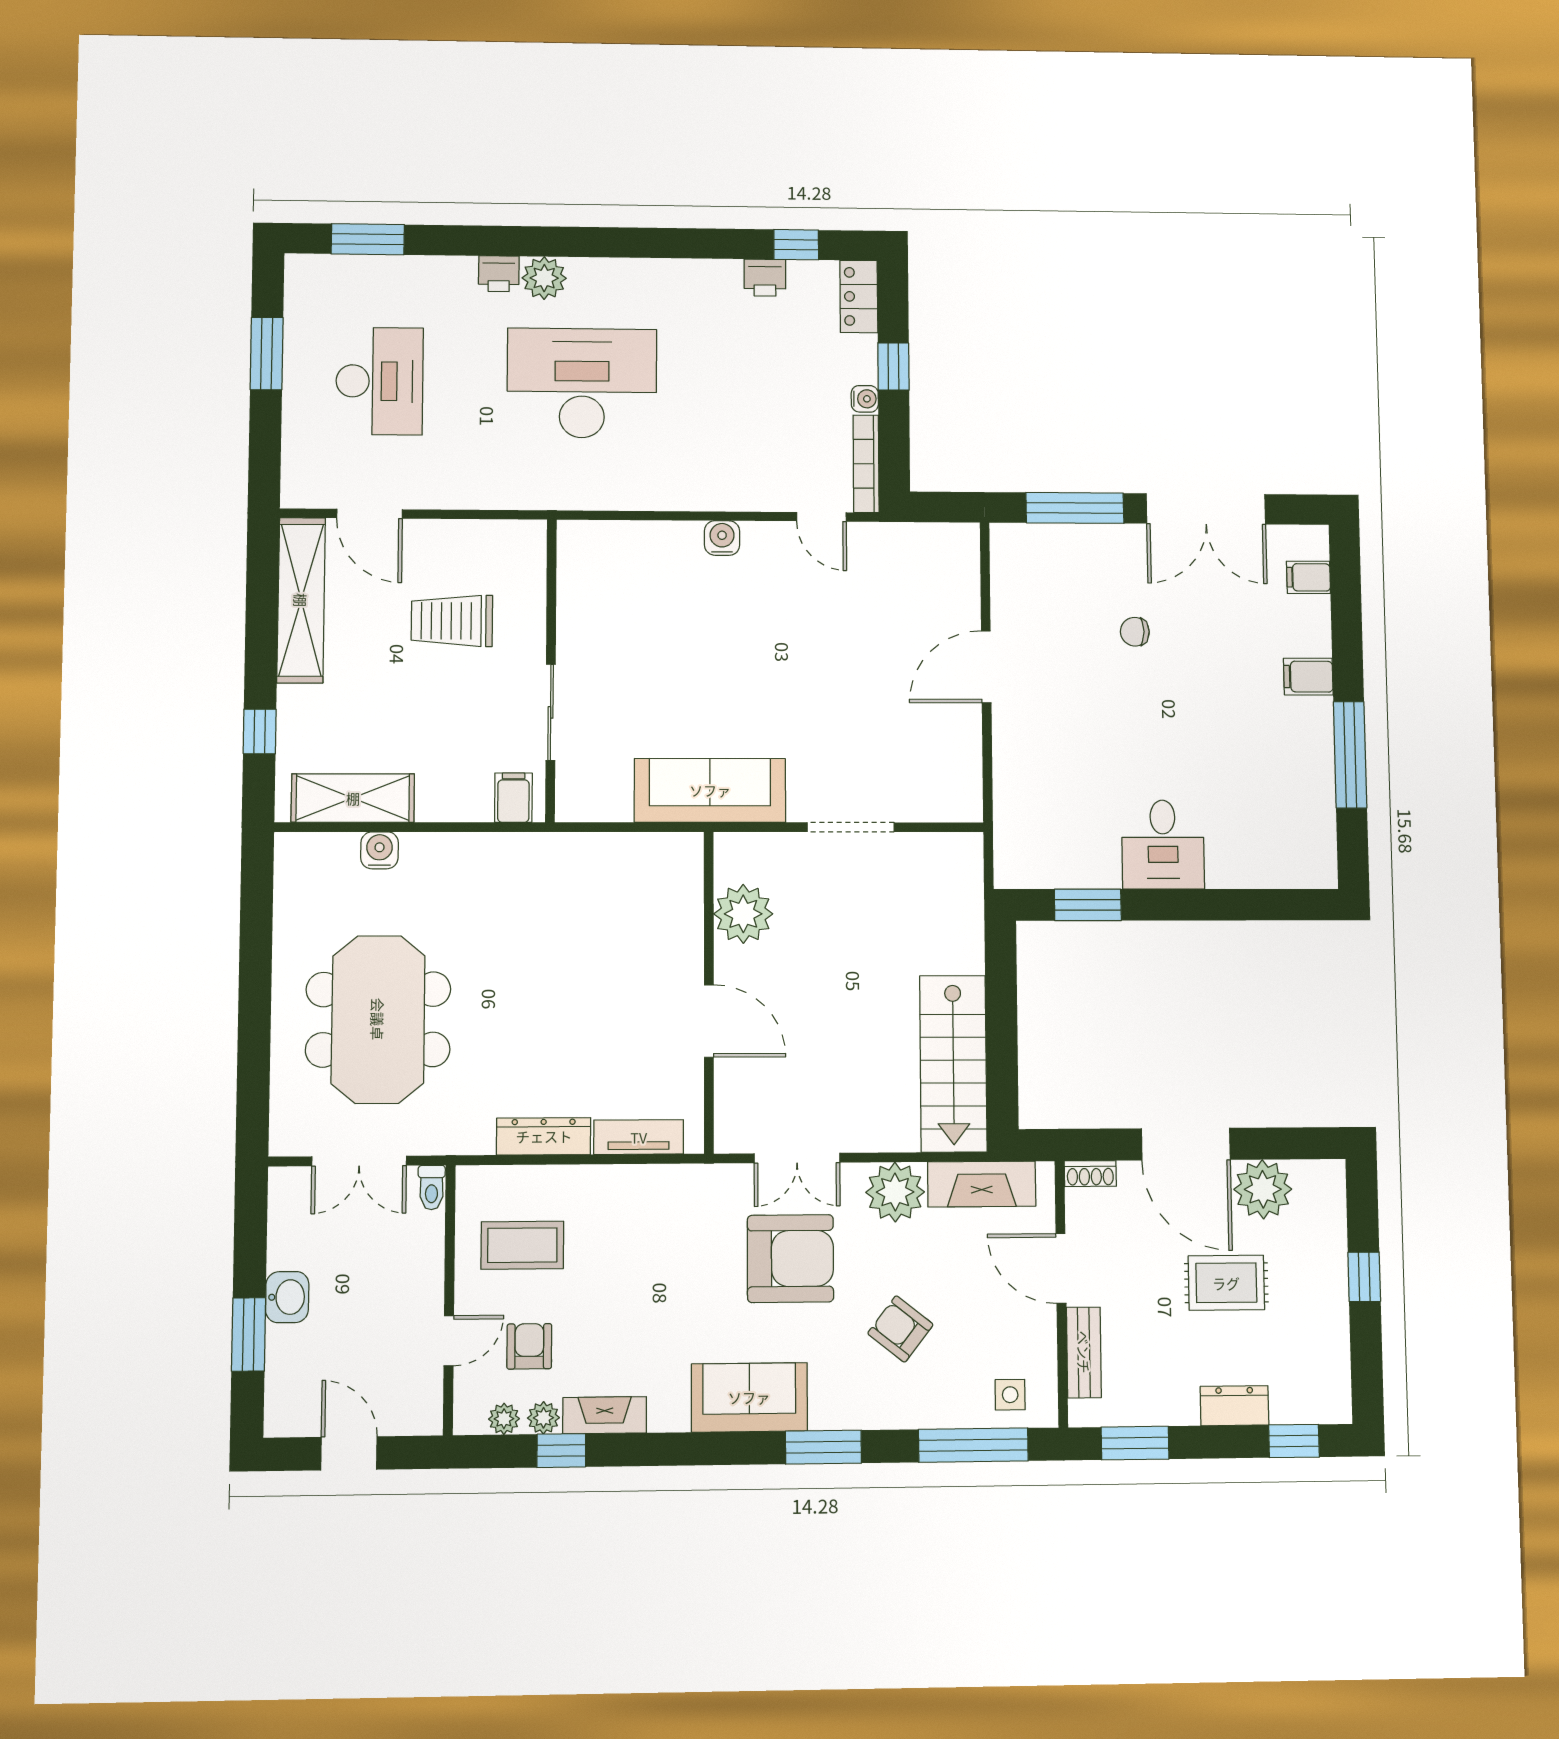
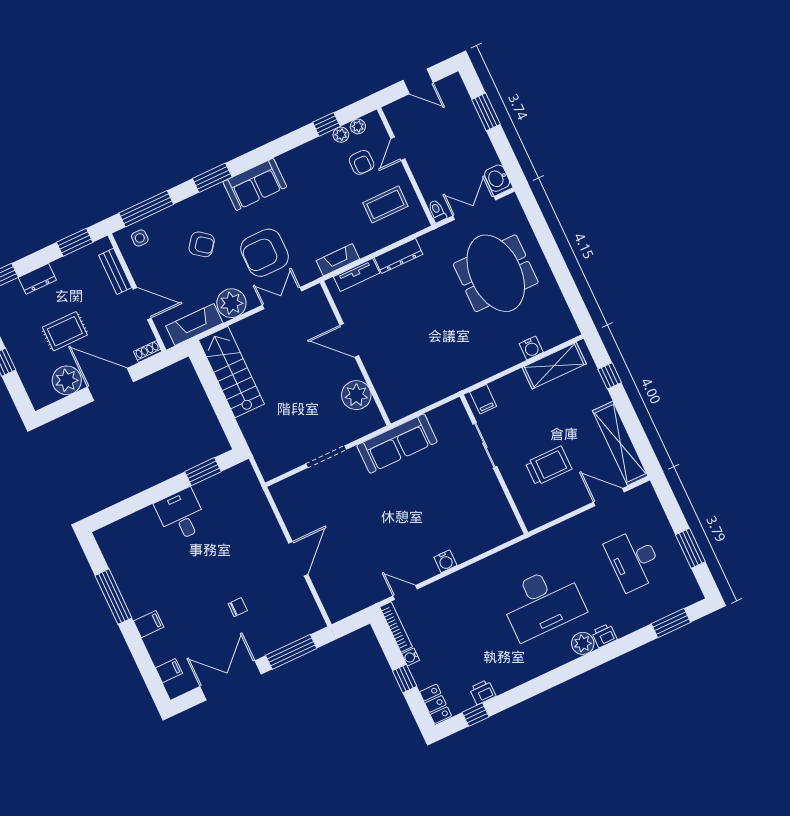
washbasin: (287, 1297) -> (497, 178), moved
fireplace: (605, 1415) -> (338, 260), moved, turned 180

